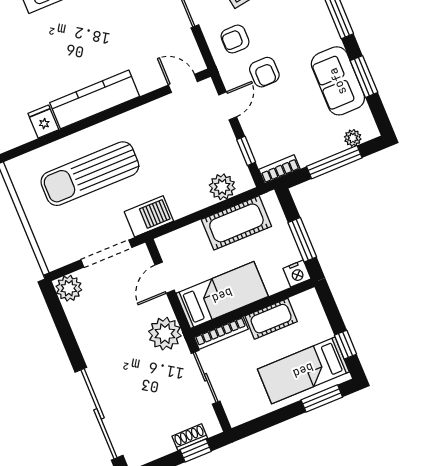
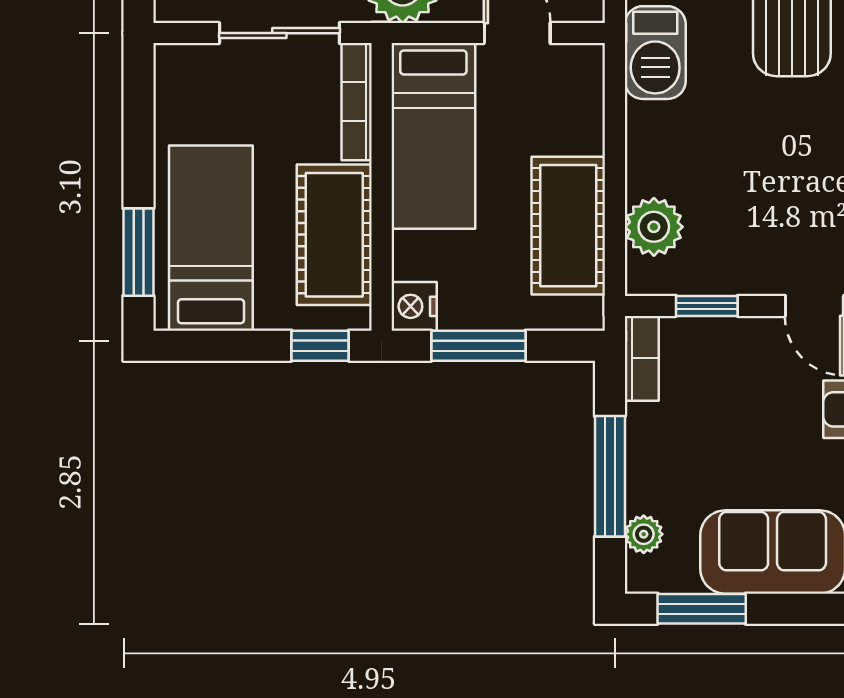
window: (364, 77) -> (702, 609), moved
cot: (271, 319) -> (334, 235), width x1.37, depth x1.34
window: (345, 345) -> (320, 346), moved

